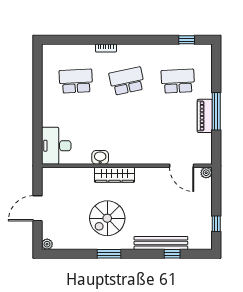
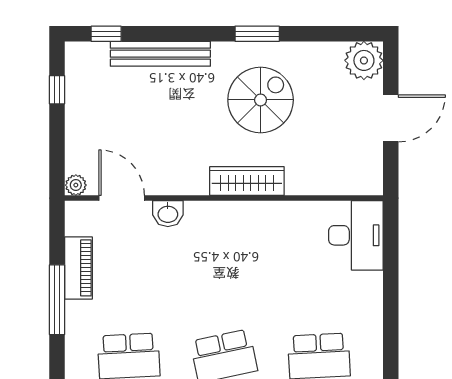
piano: (205, 116) -> (78, 268), moved
washbasin: (100, 157) -> (168, 214), moved
plant: (47, 244) -> (364, 60), width x1.88, depth x1.88
window: (172, 254) -> (106, 34), moved

